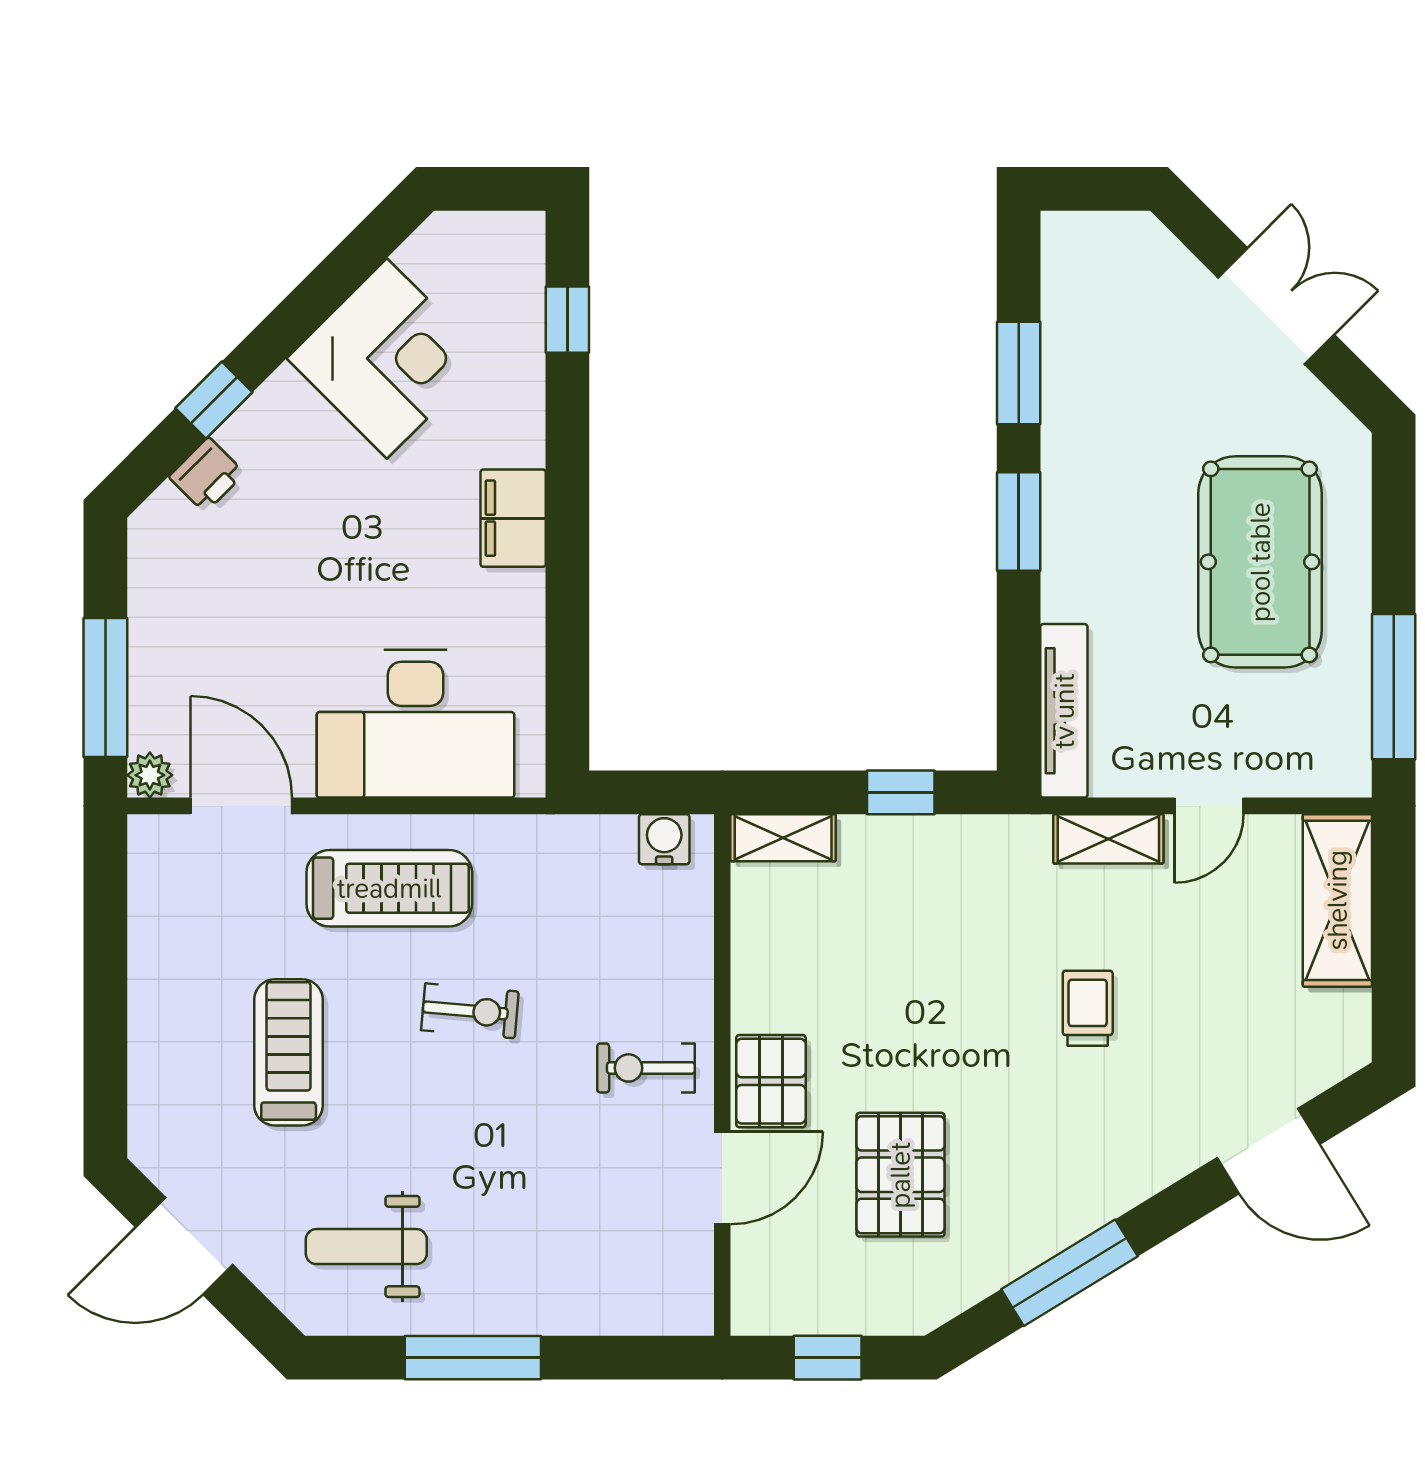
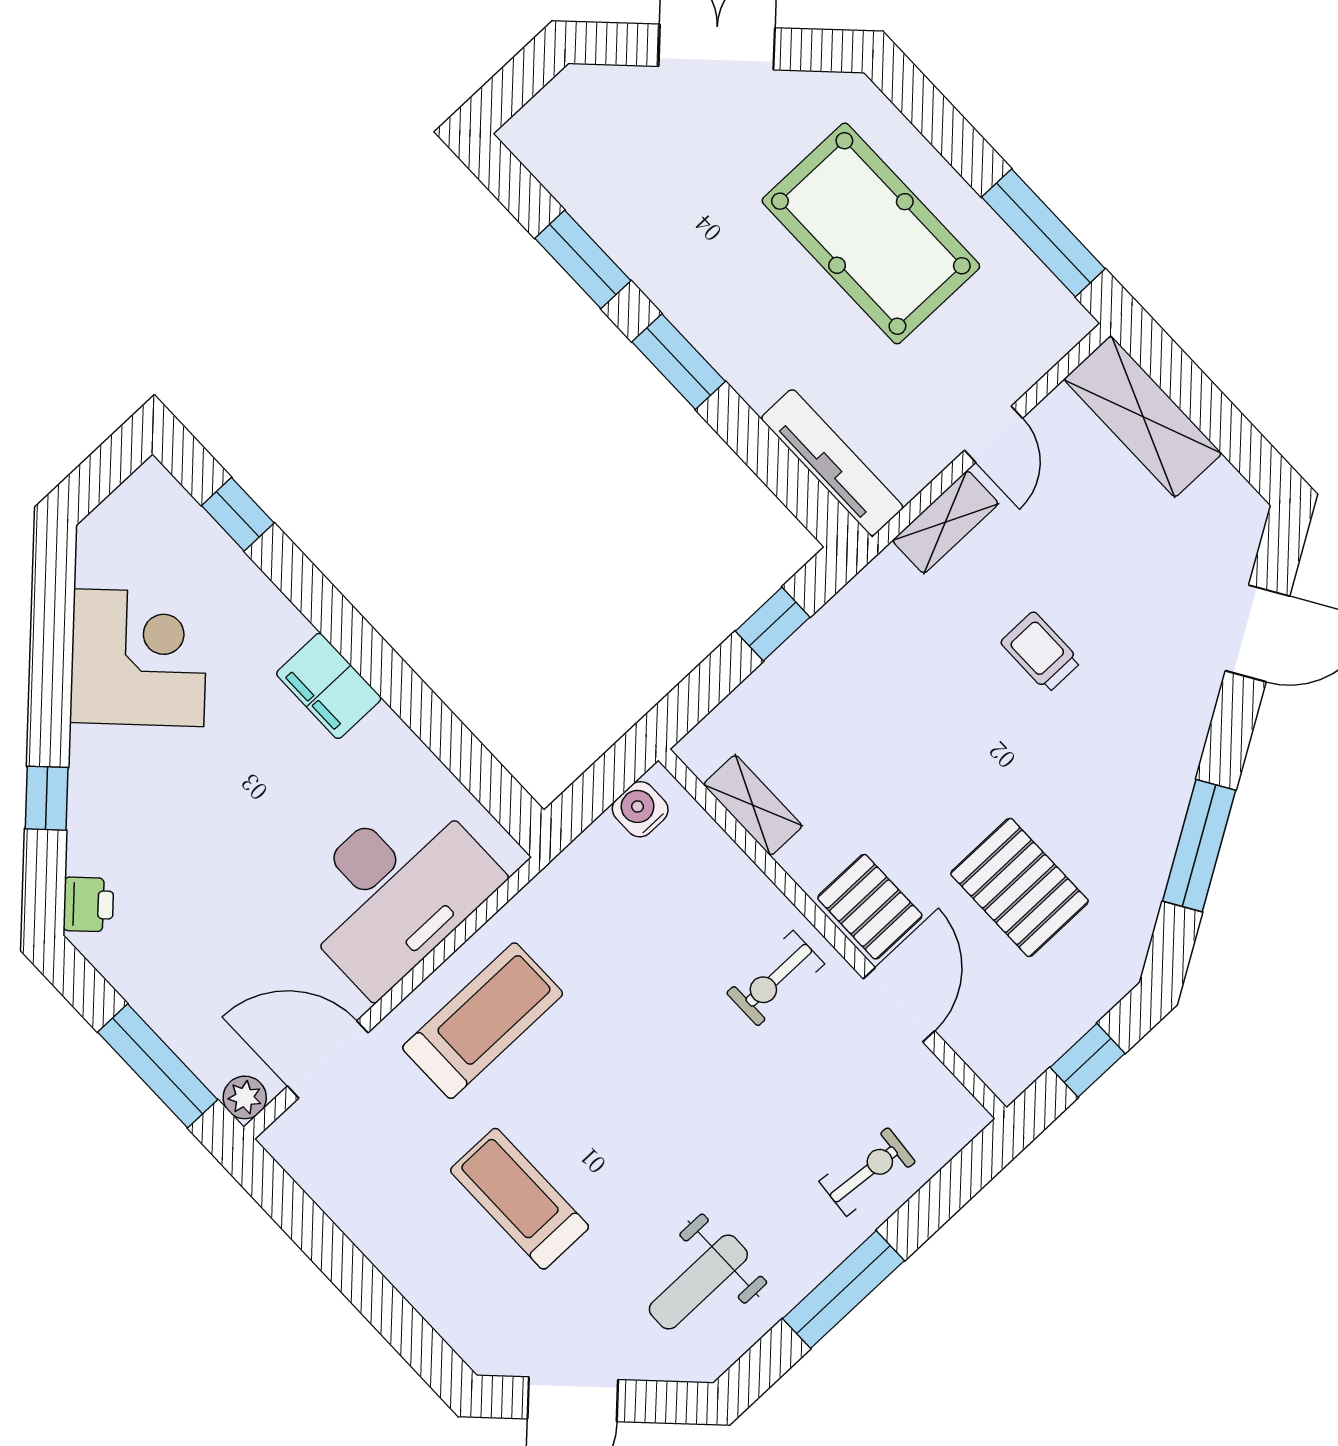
printer: (207, 475) -> (88, 904), moved
shelving: (783, 838) -> (753, 805), moved, turned 90
exercise bike: (470, 1011) -> (867, 1172), moved

